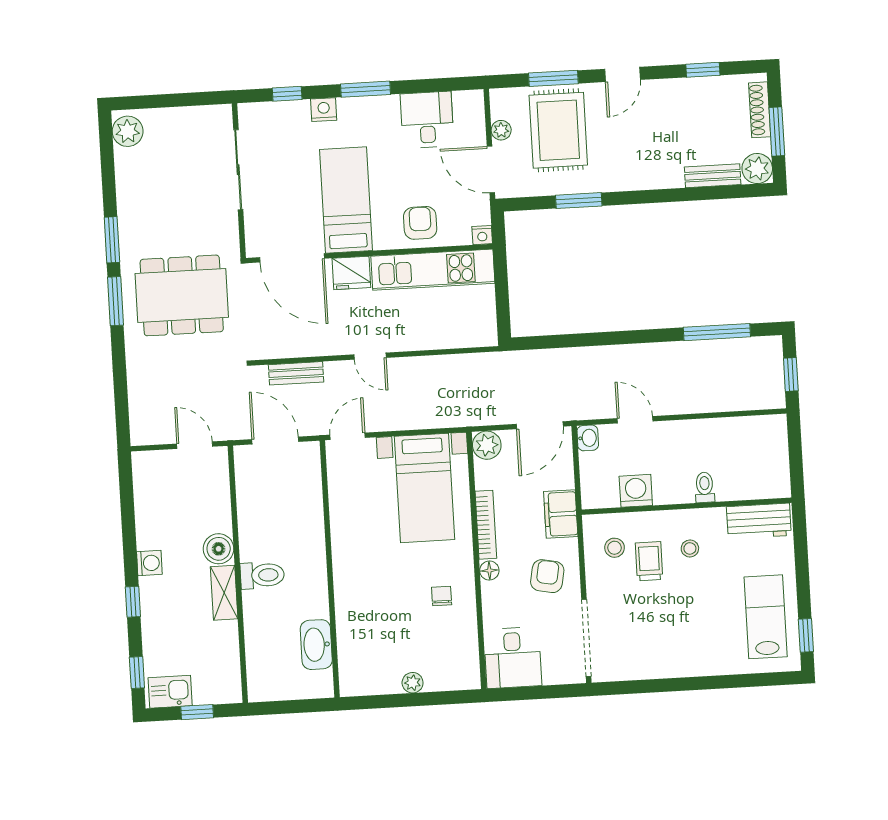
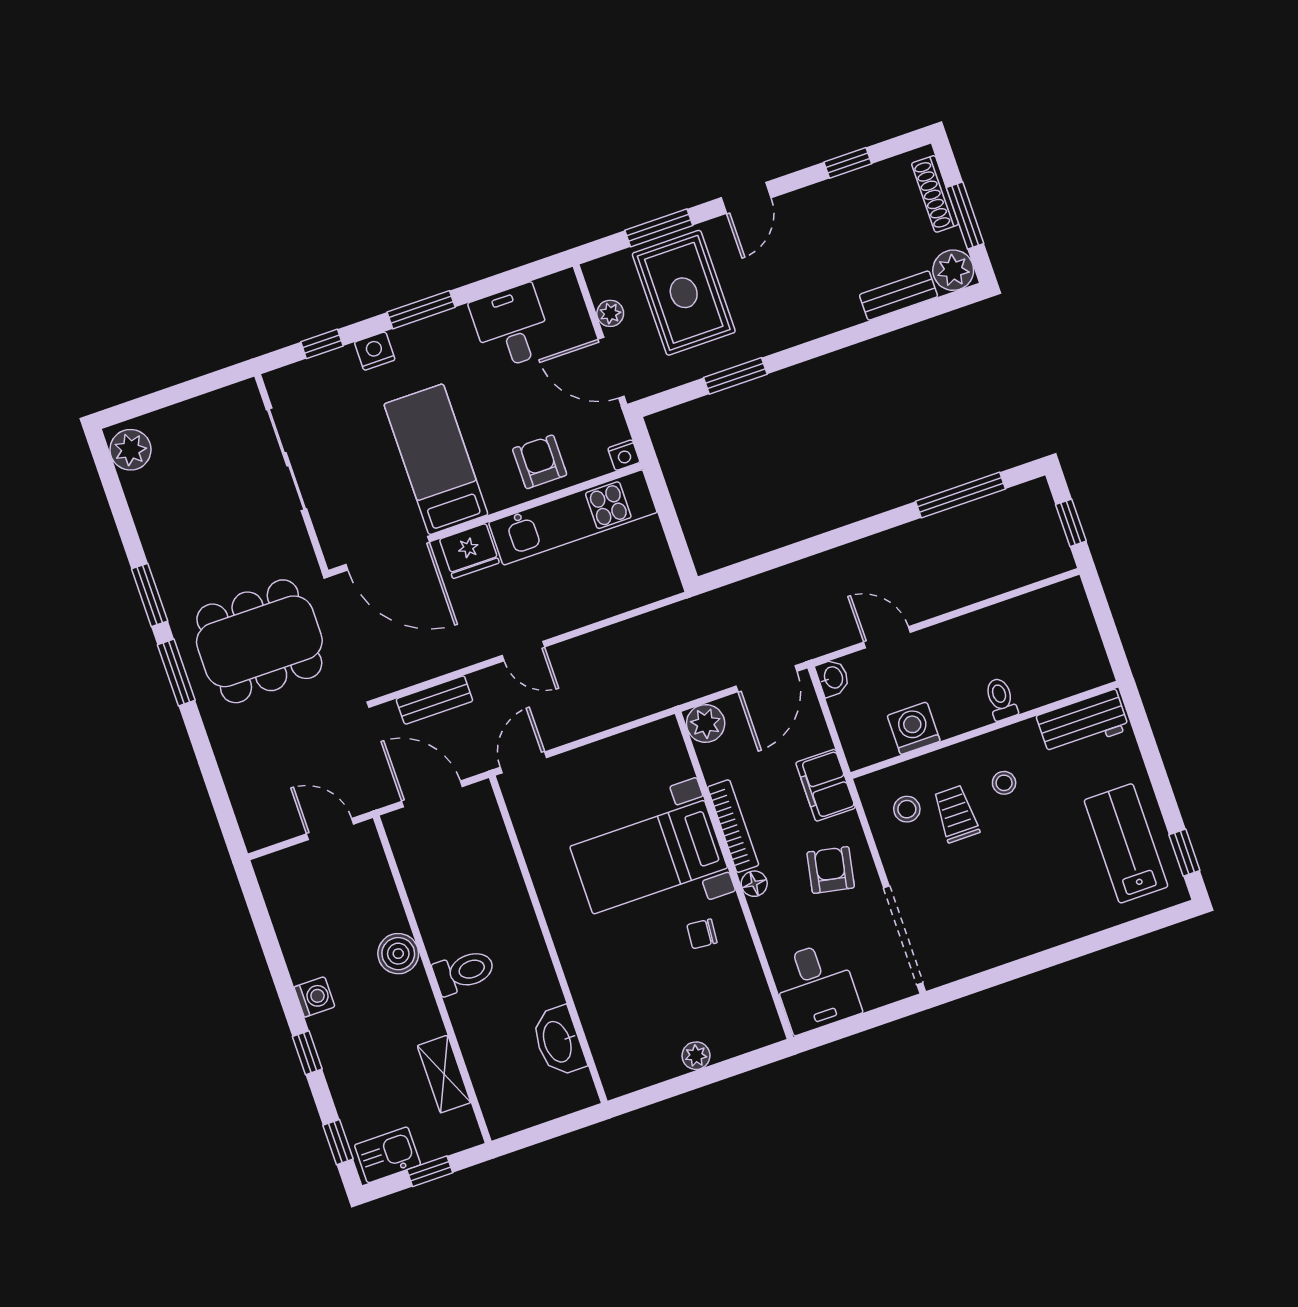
bed with nightstands: (425, 488) -> (649, 857), moved, turned 90
shelving: (224, 593) -> (444, 1074), moved
chair: (442, 596) -> (702, 934), turned -85

